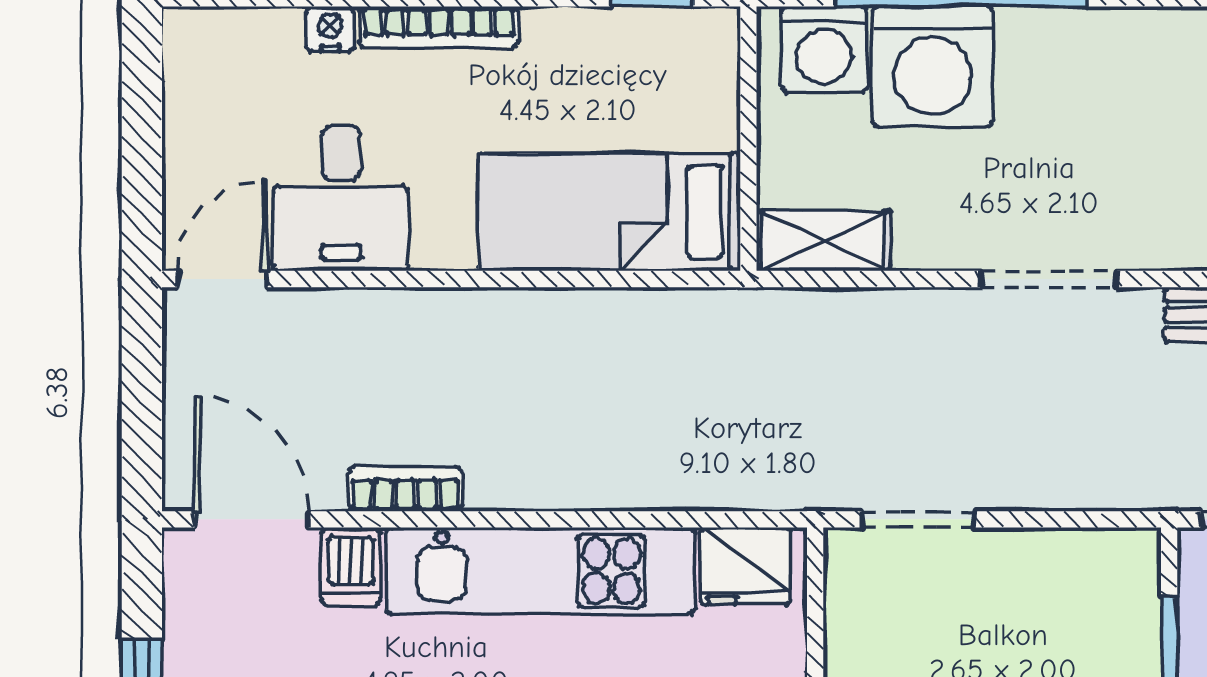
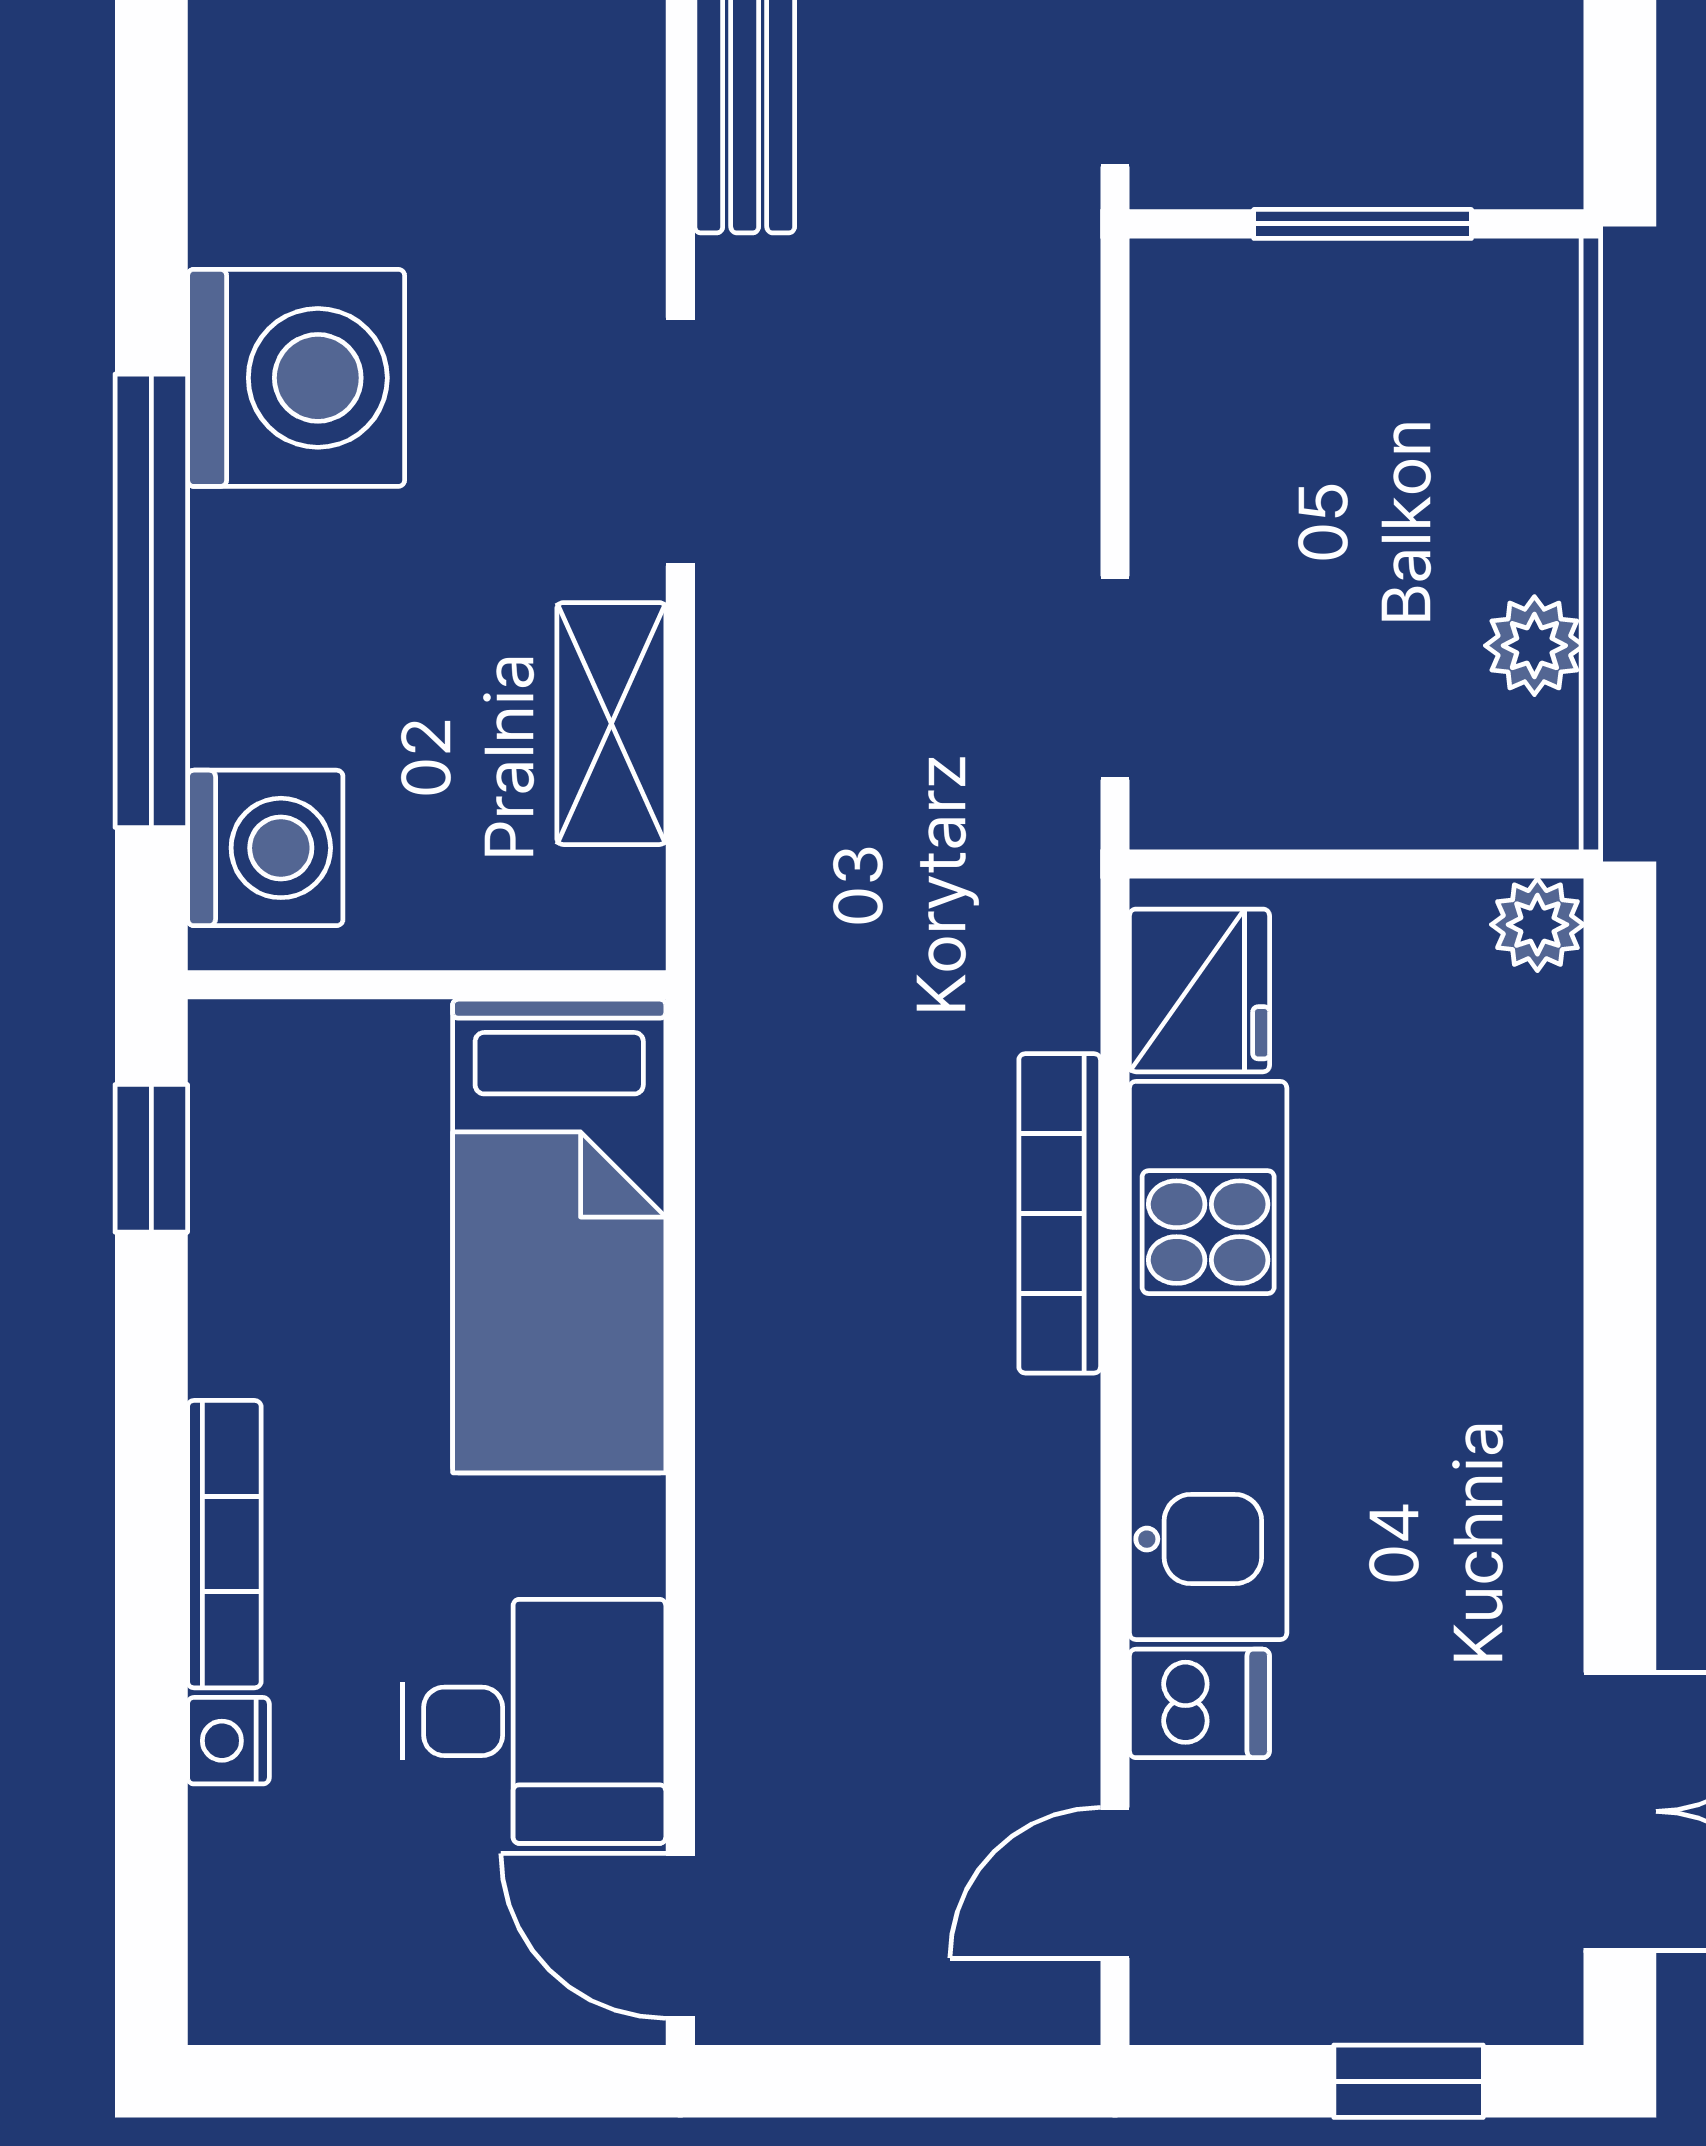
washing machine: (932, 67) -> (296, 378), moved
shelving: (823, 241) -> (611, 724), moved
bookcase: (405, 489) -> (1060, 1213), moved, width x1.56
door: (252, 519) -> (1115, 1883), width x0.73

